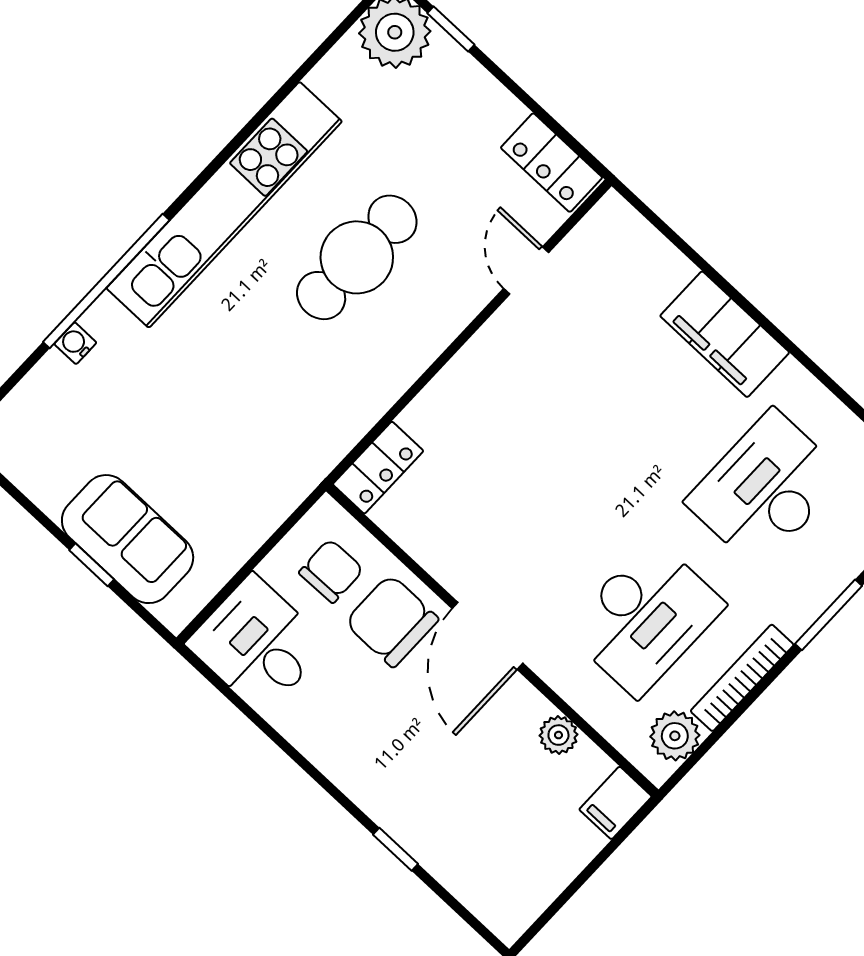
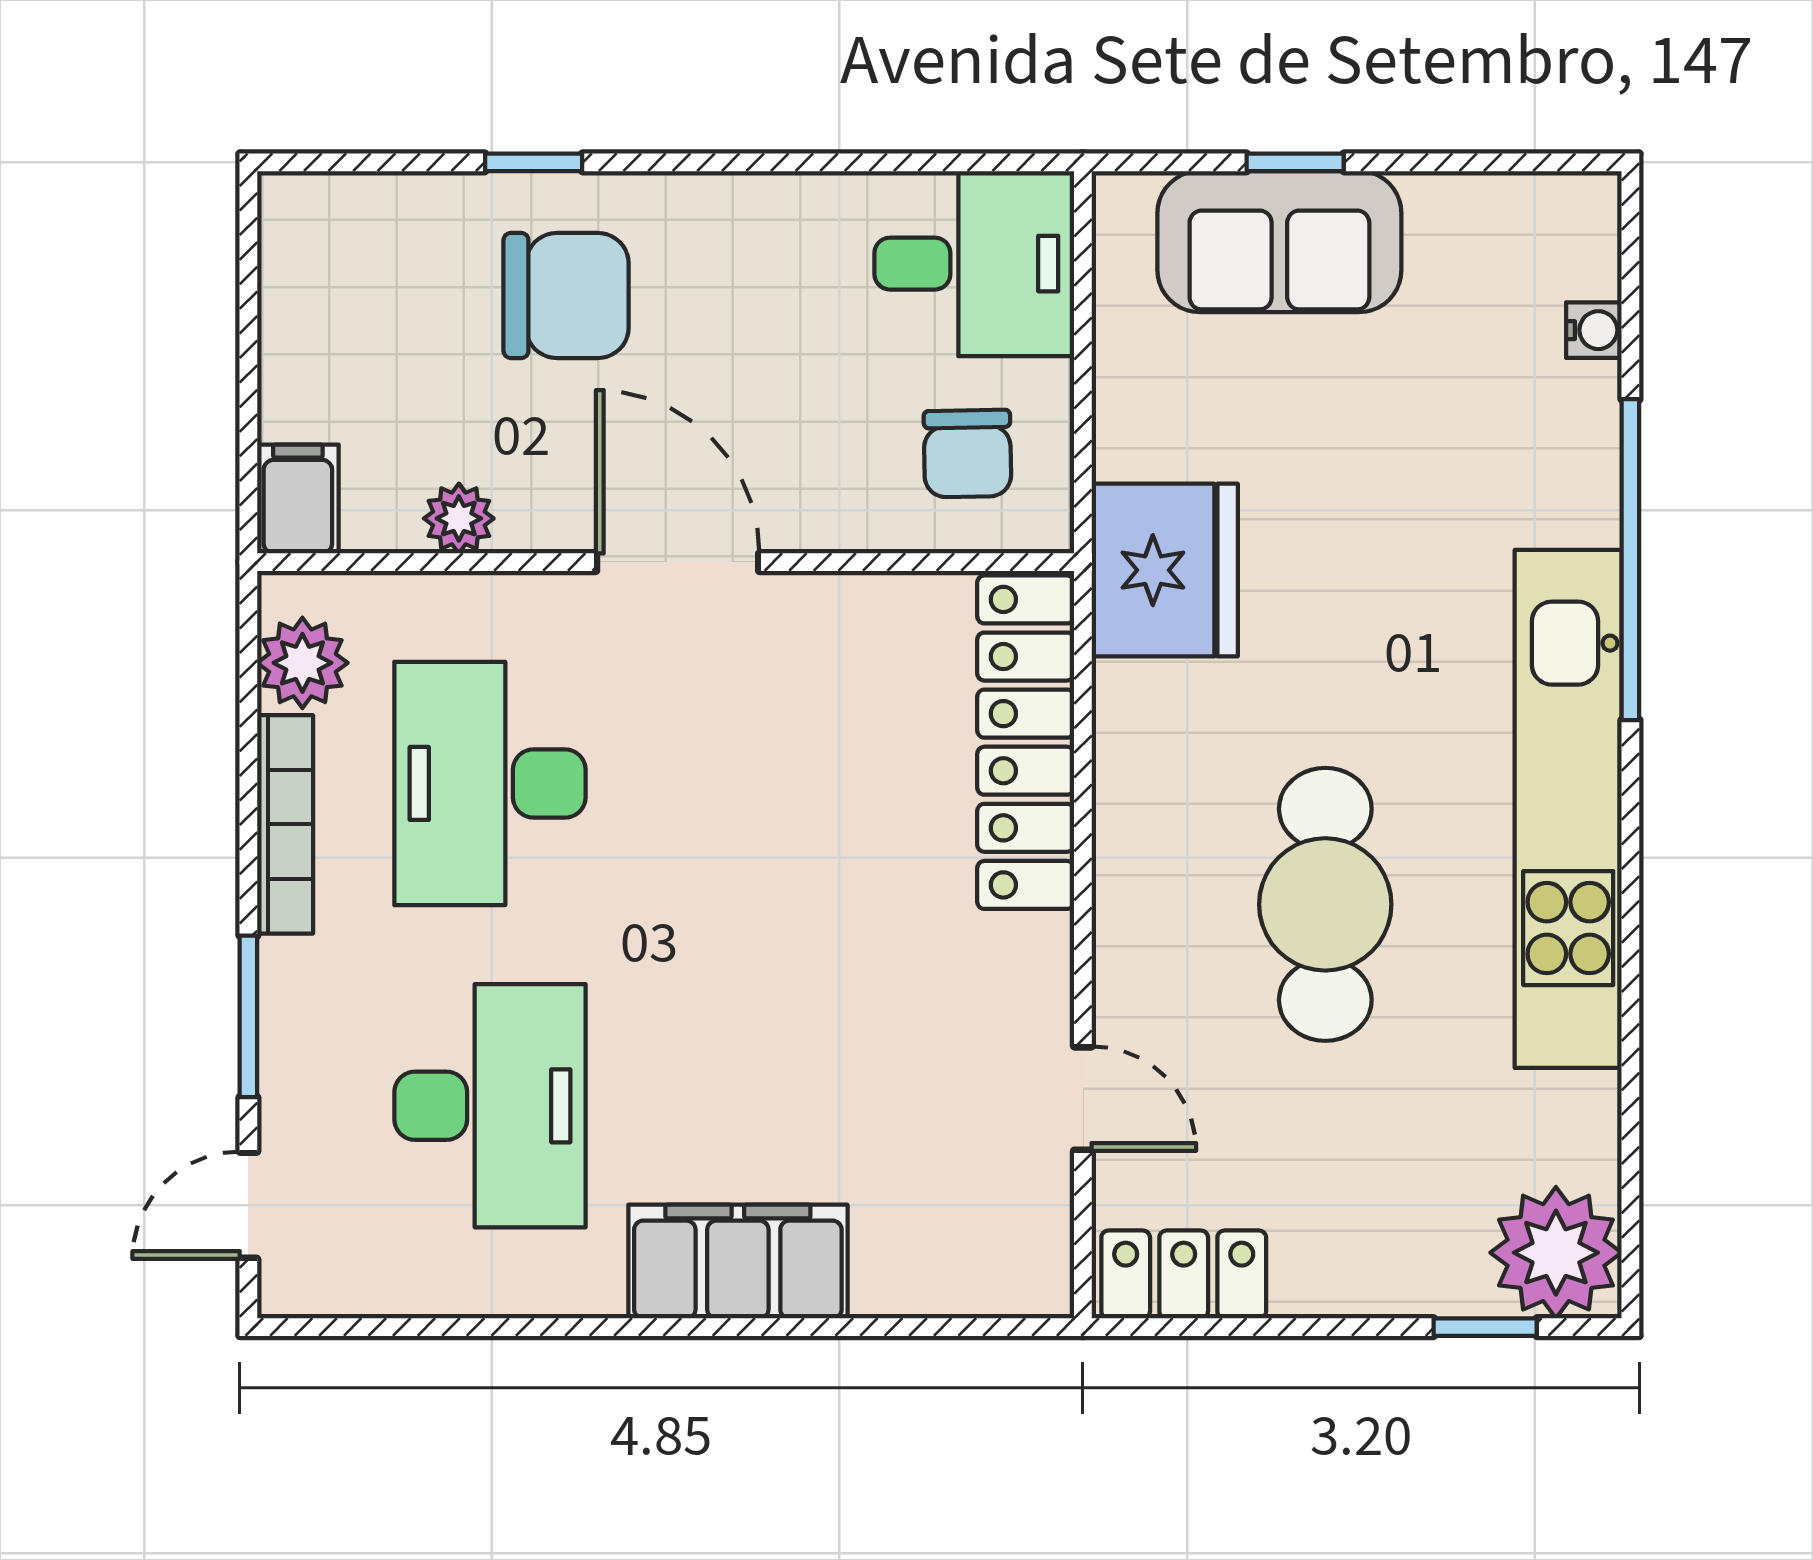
water cooler: (75, 343) -> (1594, 330), moved
fridge: (296, 451) -> (1165, 570), added
locker: (378, 468) -> (1026, 742), width x2.16, depth x1.21
chair: (392, 621) -> (566, 296), moved

